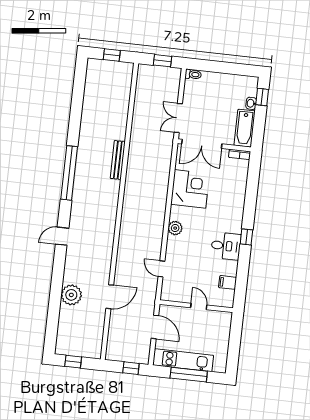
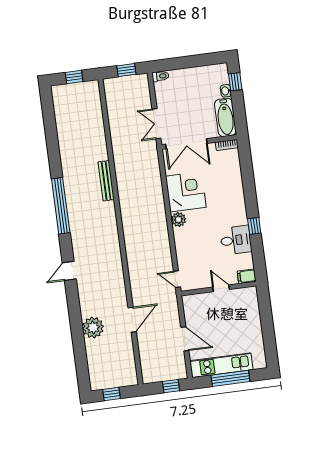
plant: (175, 228) -> (179, 220), moved
wall: (196, 306) -> (219, 289), moved
door: (199, 306) -> (221, 288), moved

